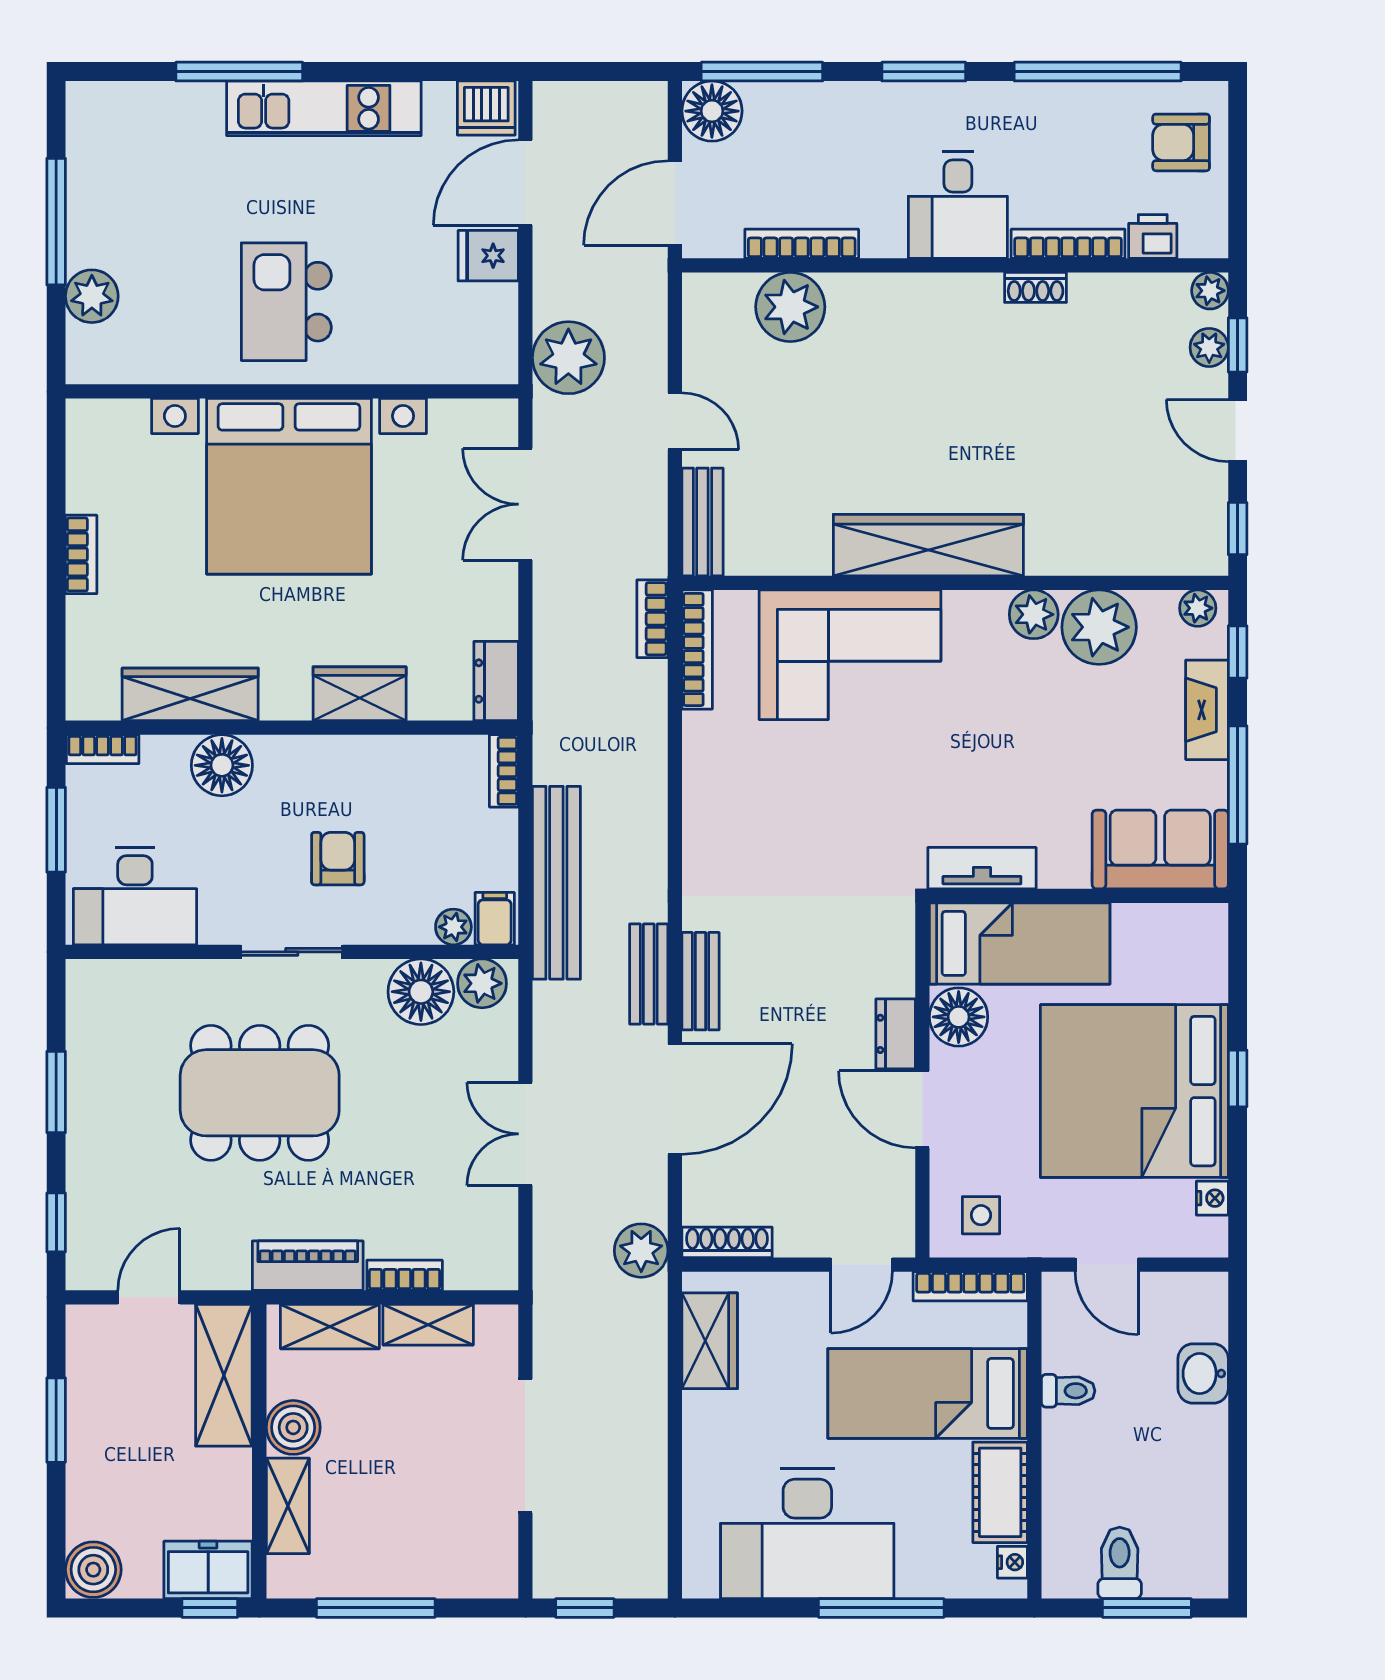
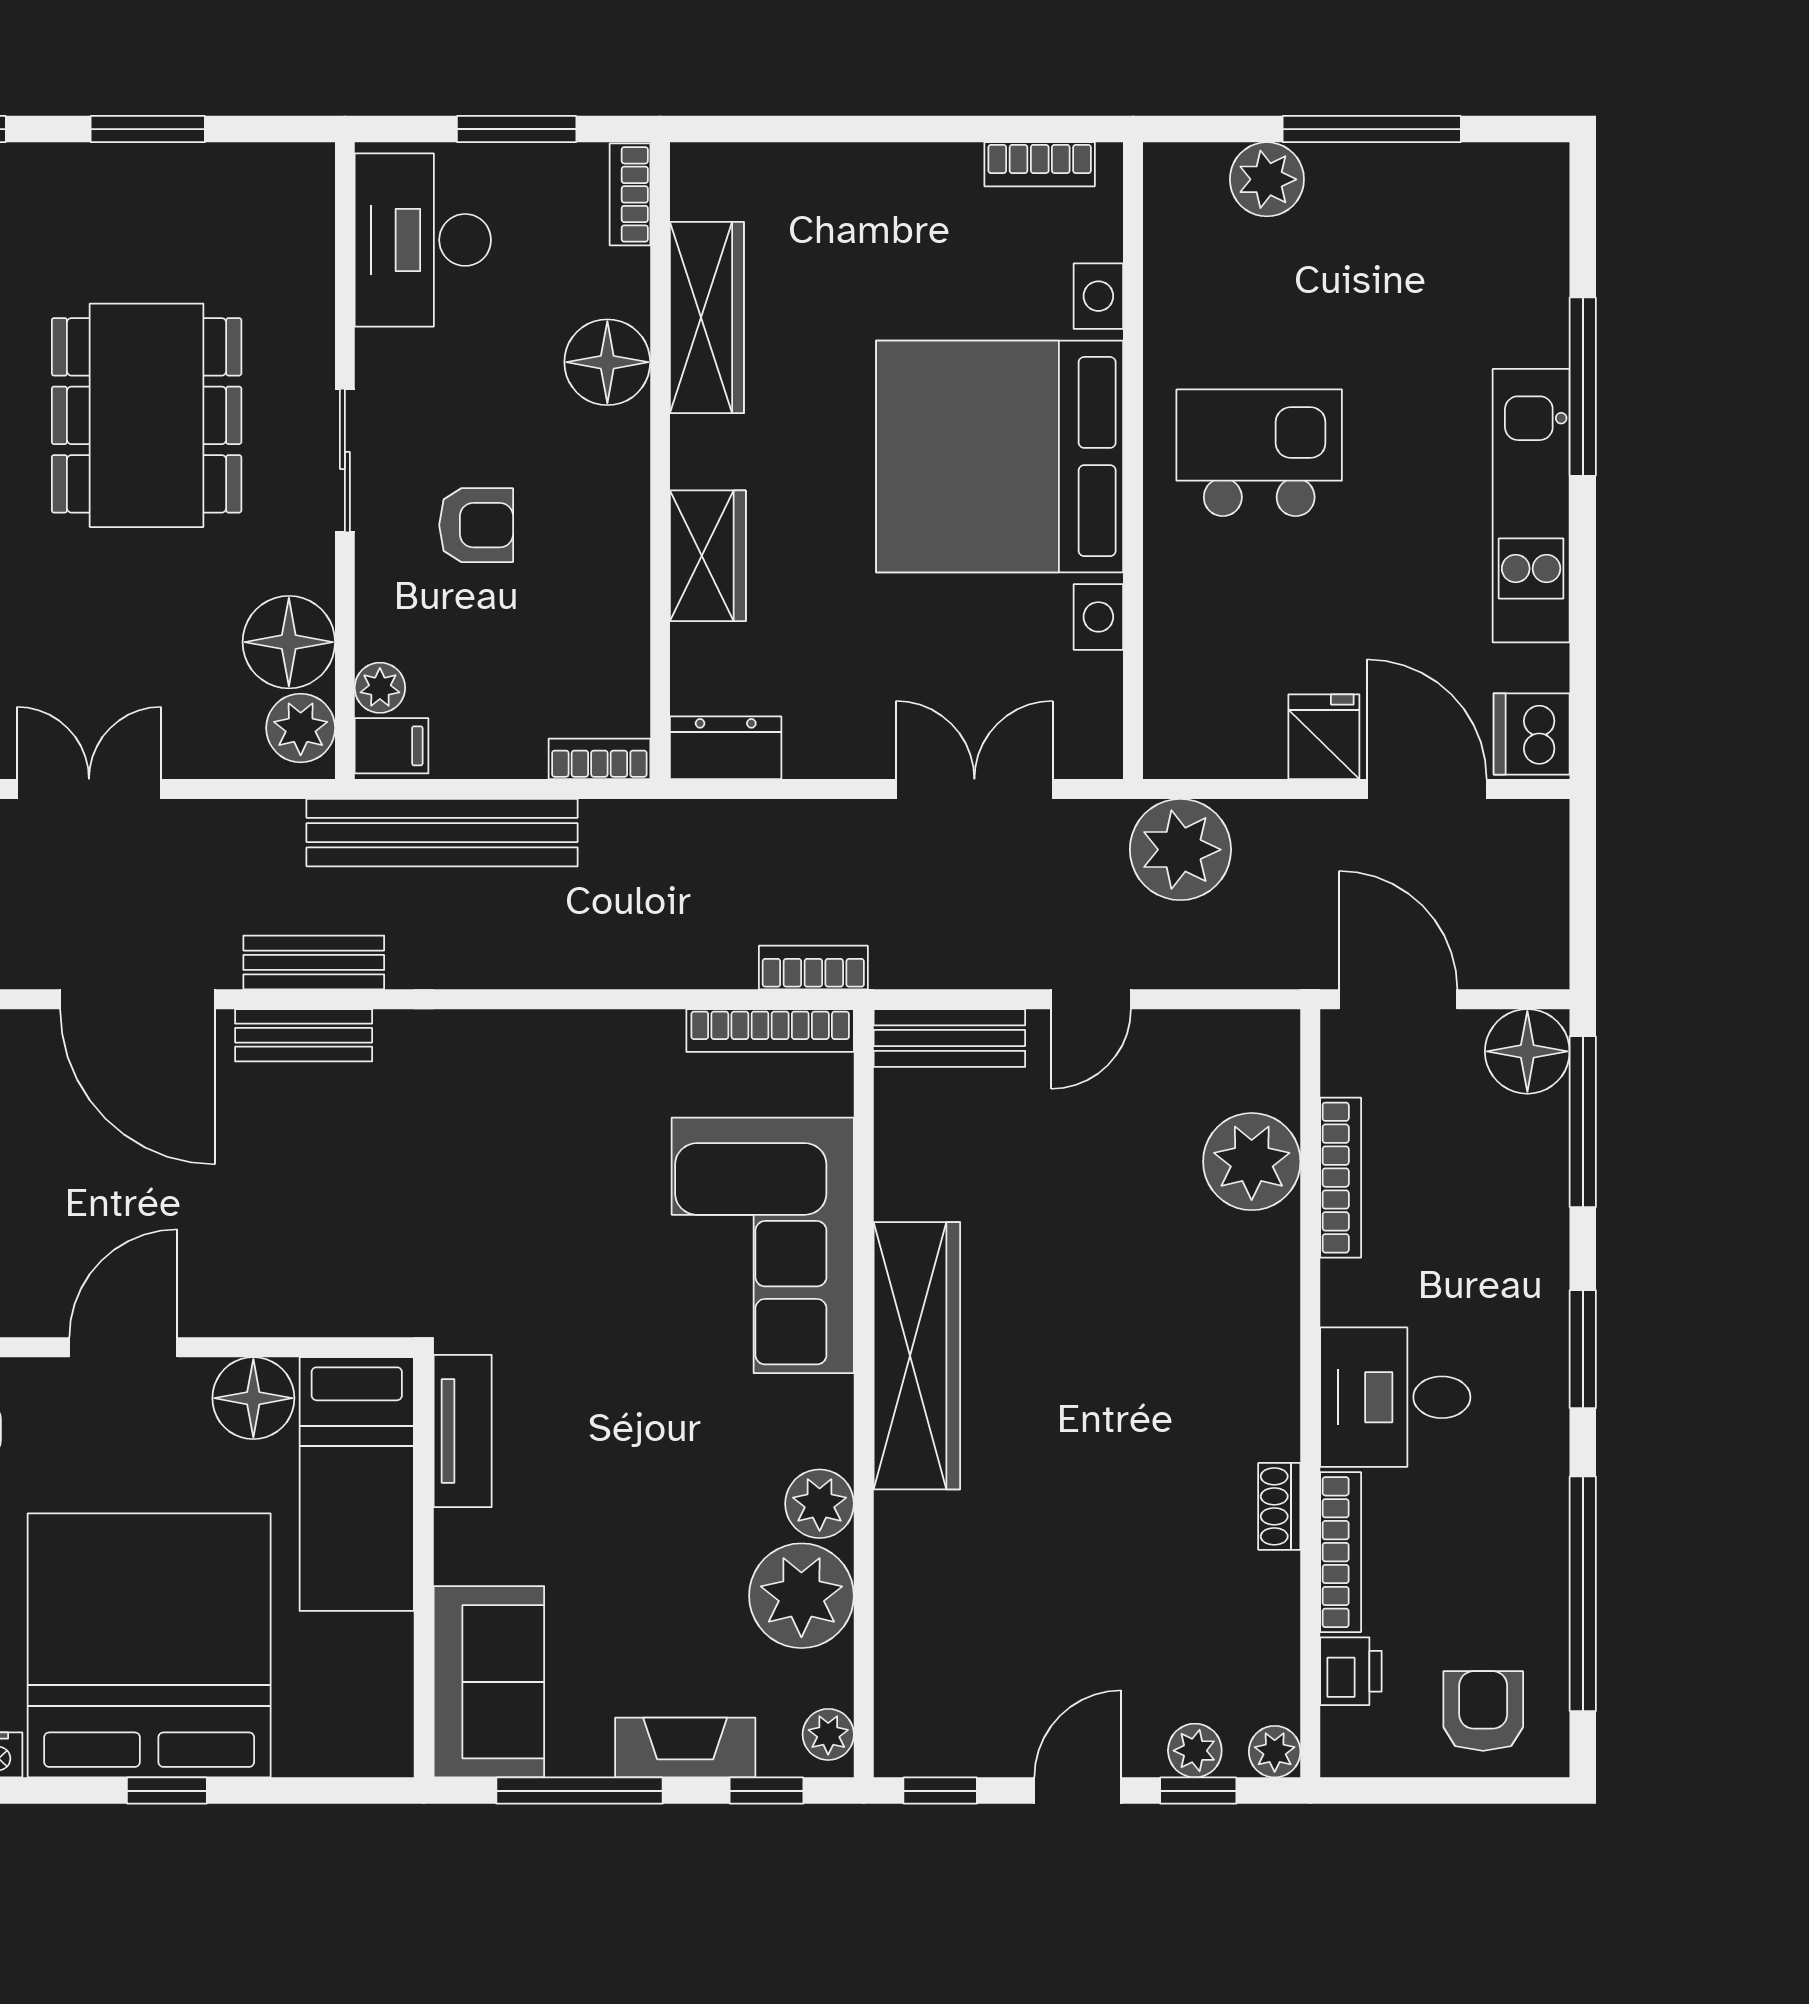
bookcase: (81, 554) -> (1040, 164), moved
dresser: (896, 1034) -> (230, 1310), removed

